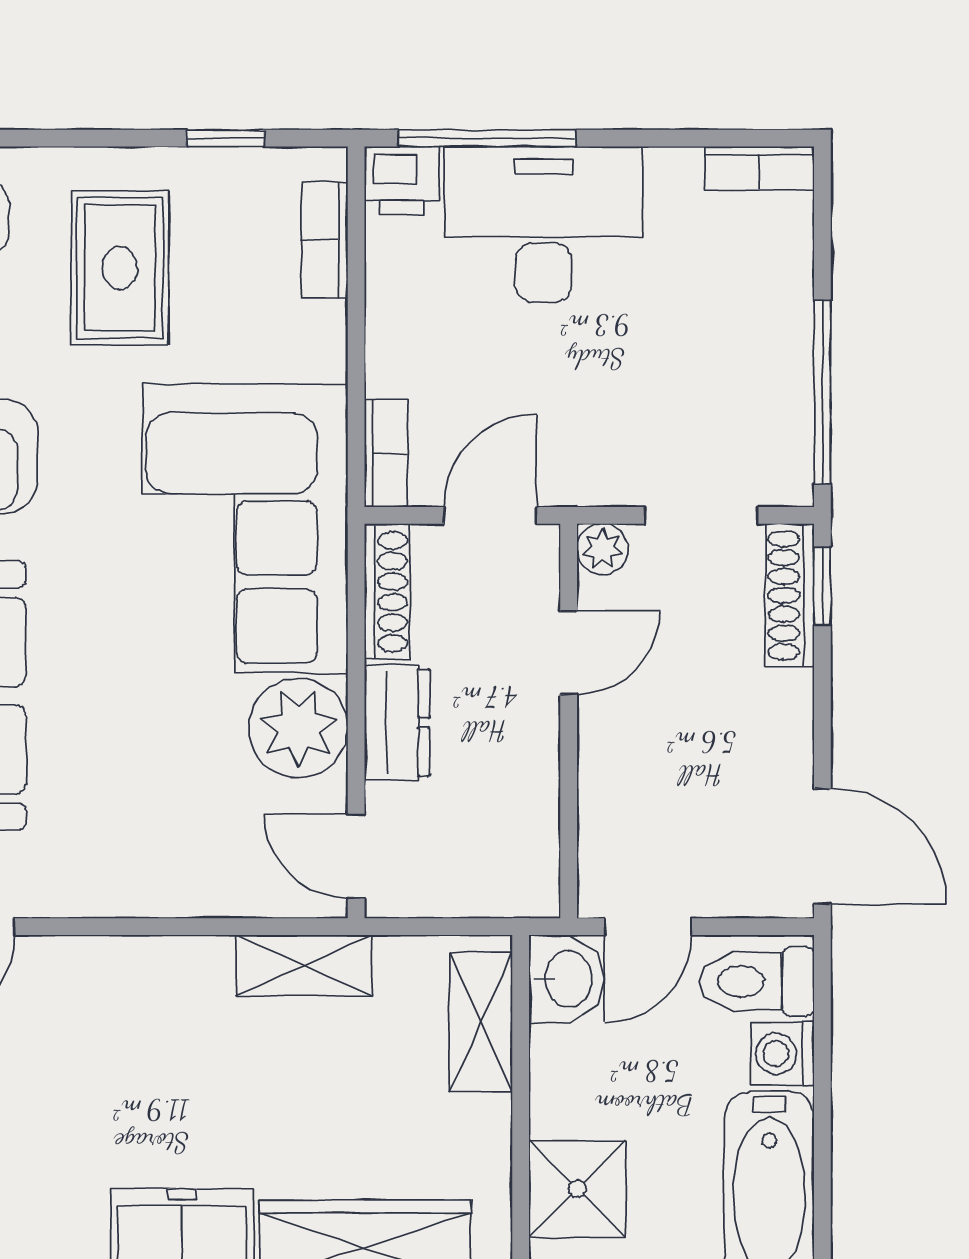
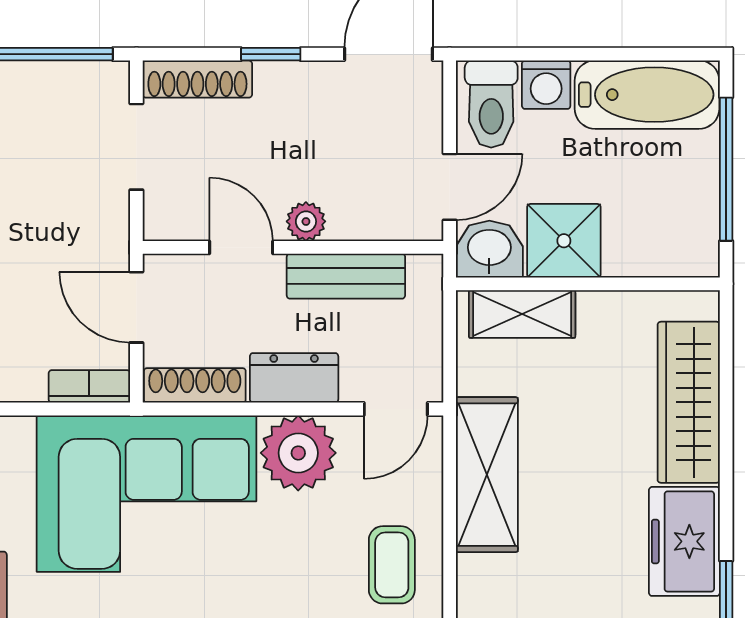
plant: (603, 549) -> (306, 221), moved
window: (822, 586) -> (271, 54), moved
bench: (531, 791) -> (346, 276), added
coffee table: (151, 851) -> (392, 565), added
door: (648, 927) -> (450, 187), hinge flipped
shelving: (304, 965) -> (487, 475), width x1.50, depth x1.33
shower: (577, 1189) -> (564, 241), moved

